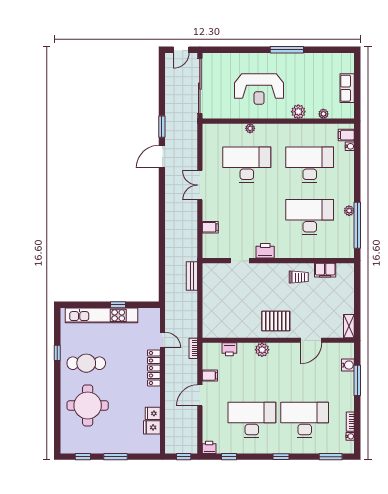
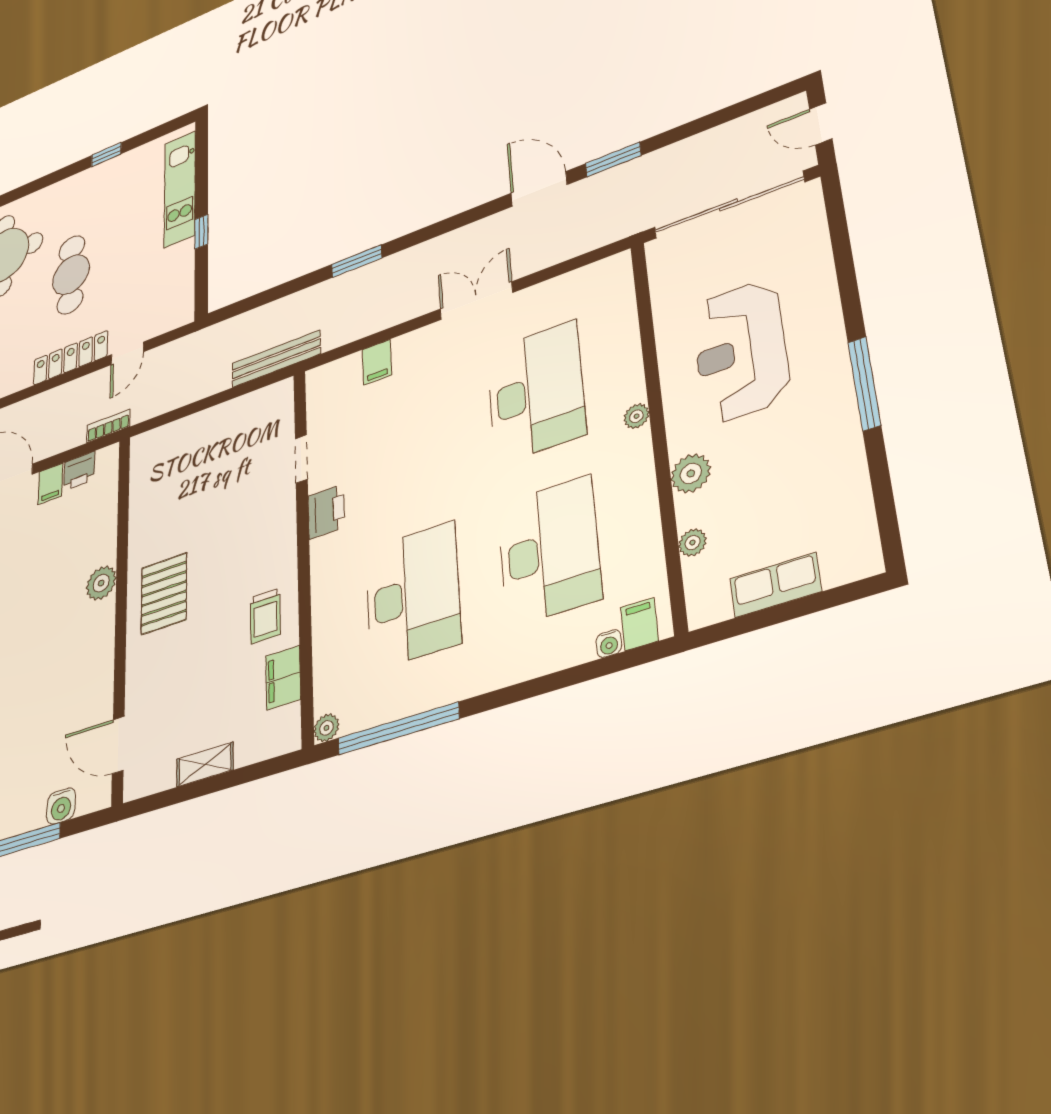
plant: (250, 128) -> (636, 416), moved
plant: (349, 211) -> (326, 728), moved
window: (162, 234) -> (357, 261), added
bench: (192, 276) -> (276, 359), width x1.36
kitchen unit: (102, 315) -> (180, 189), width x0.73
shelving: (349, 326) -> (205, 764), moved
door: (311, 340) -> (118, 745), moved
printer: (229, 349) -> (79, 471), moved, turned -90
cafe table: (86, 363) -> (71, 275), moved

